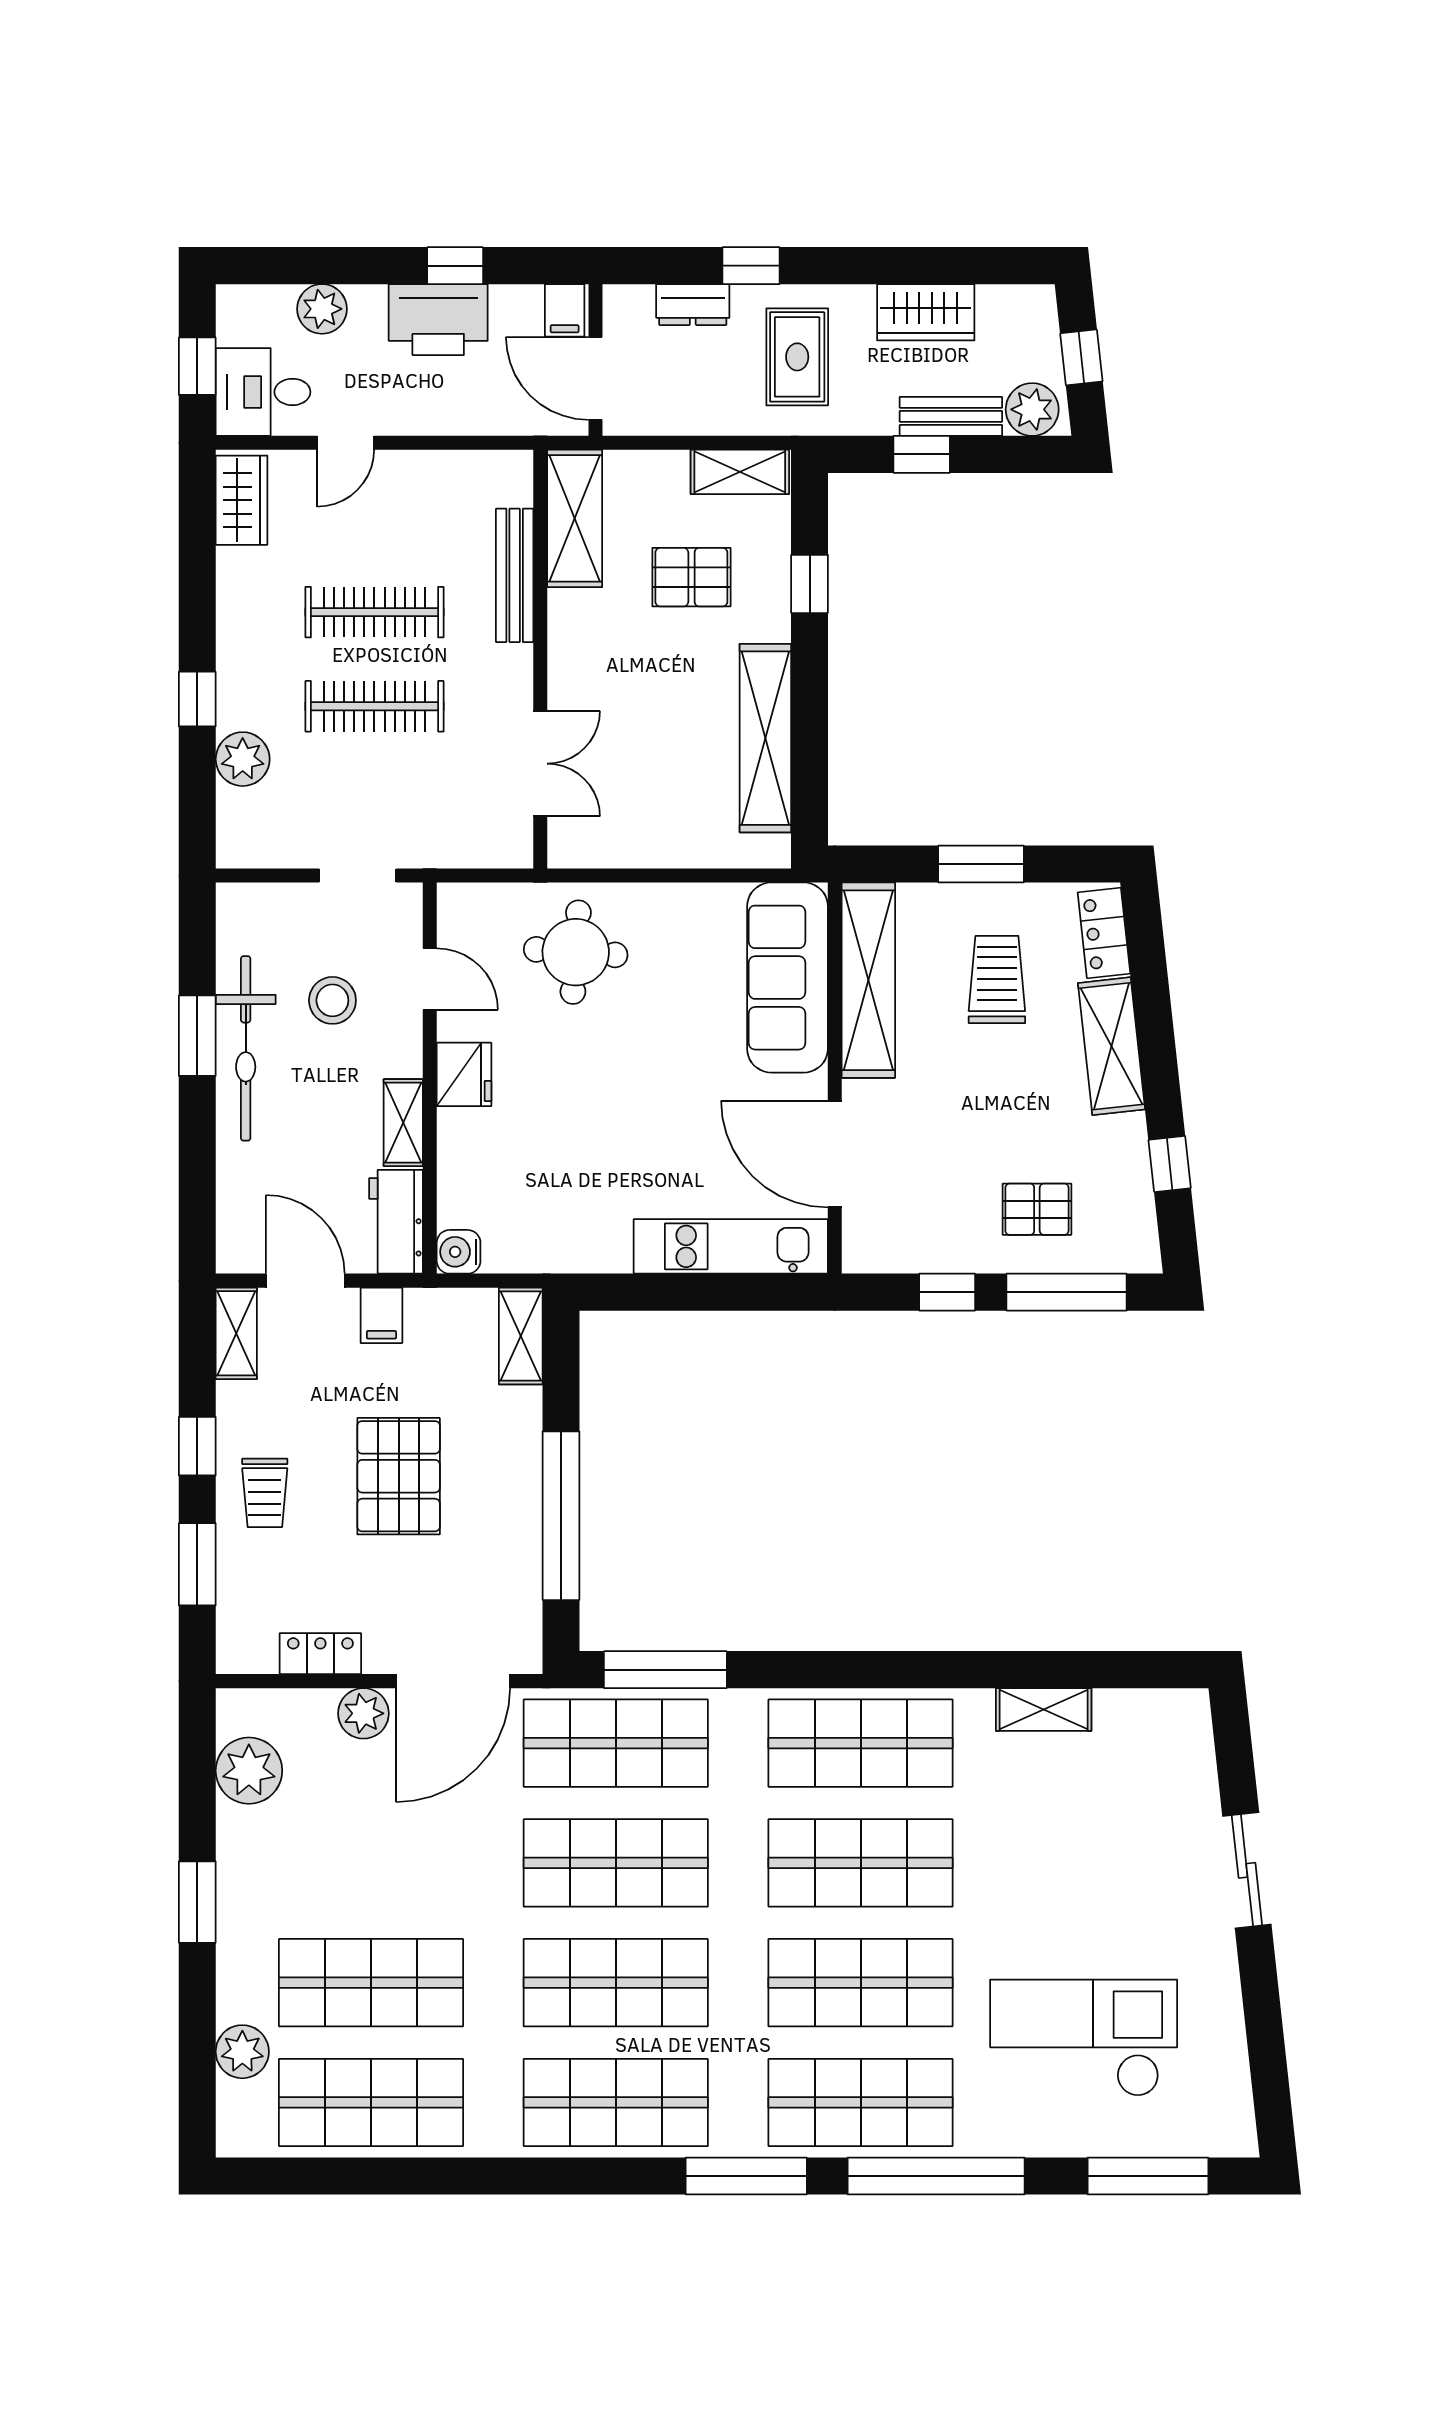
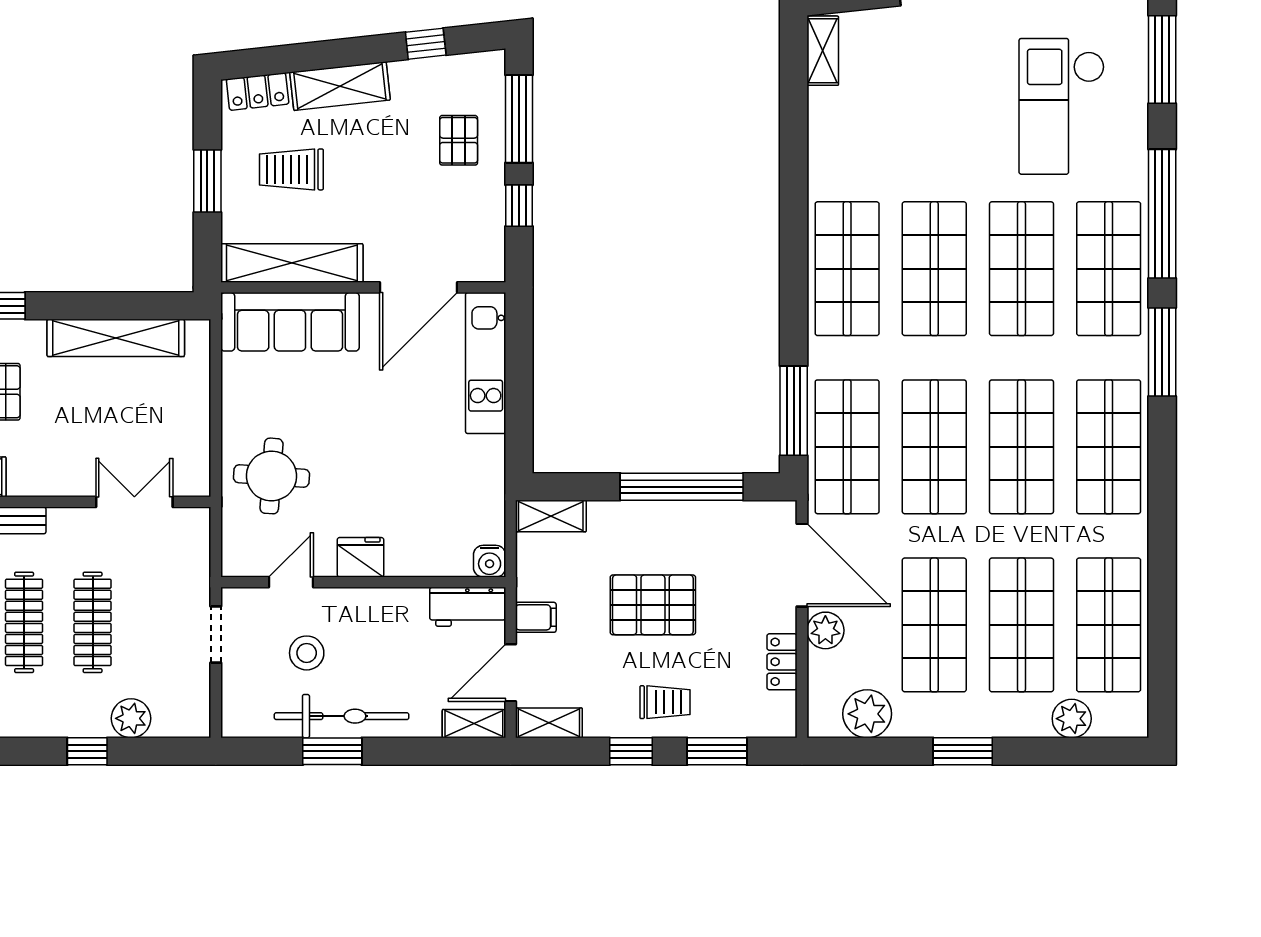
shelving: (403, 1123) -> (474, 724), moved
shelving: (1044, 1710) -> (823, 51), moved
shop shelf: (371, 1863) -> (934, 625), added

